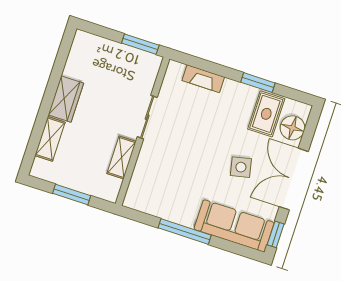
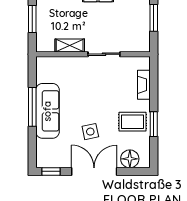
window: (140, 44) -> (154, 18), moved
rug: (266, 114) -> (133, 122), moved
sofa: (234, 226) -> (47, 111), moved

